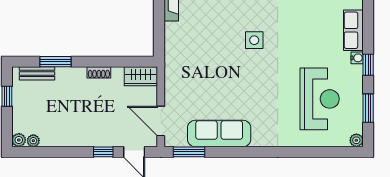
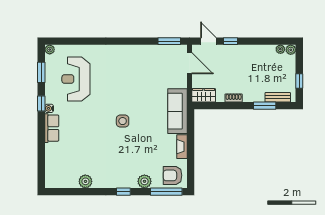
sofa: (219, 134) -> (177, 111), moved, turned 90

